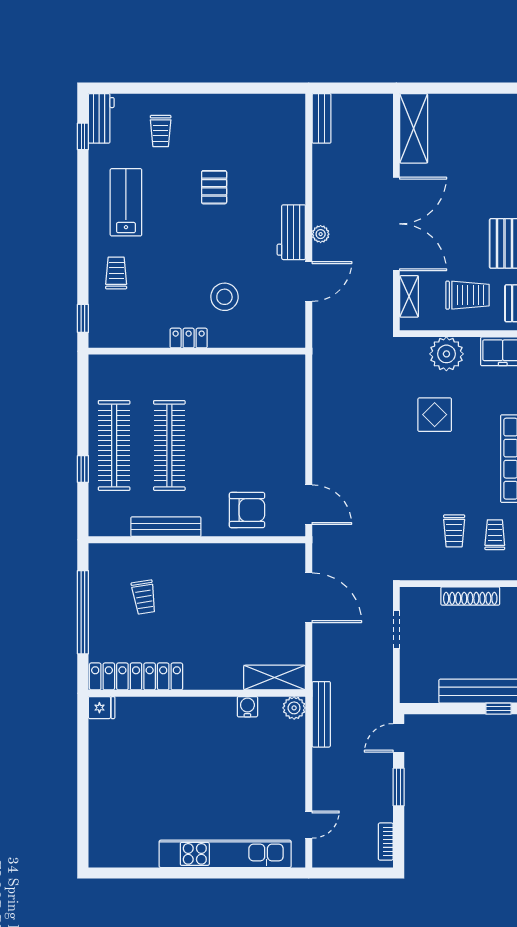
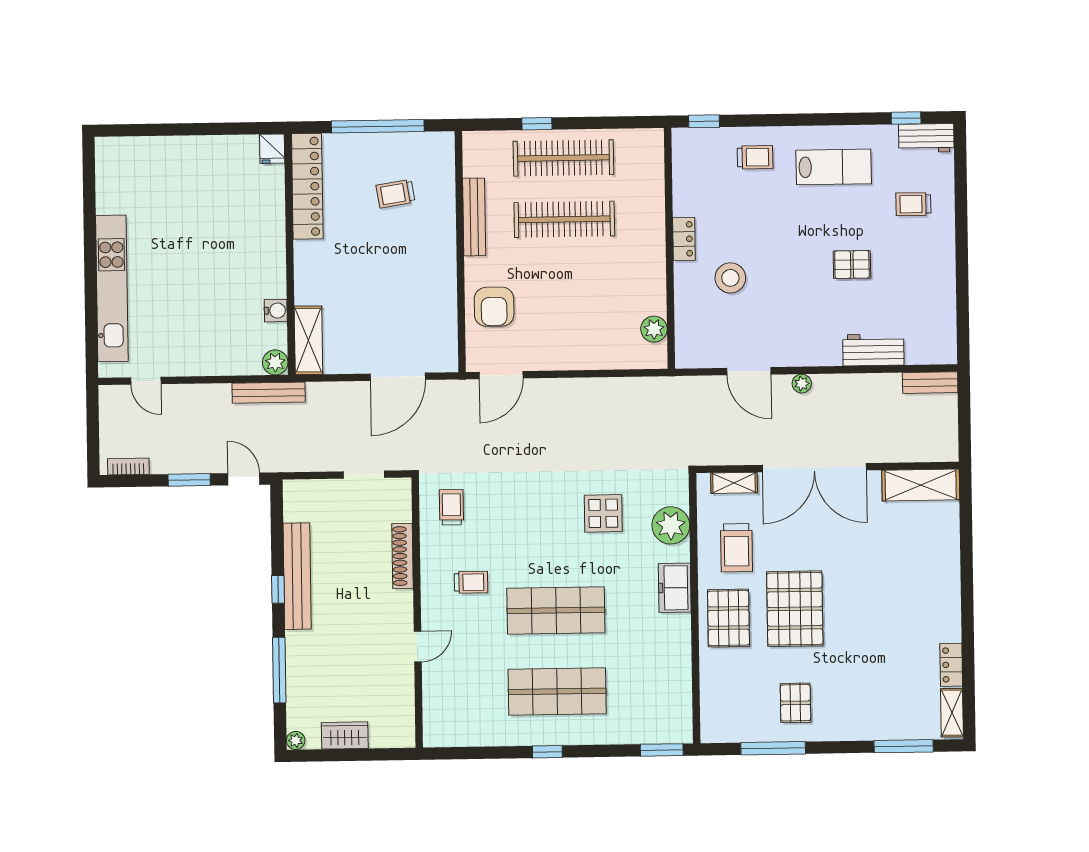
workbench: (291, 232) -> (873, 350), moved
plant: (269, 366) -> (654, 329), added
trolley: (454, 531) -> (451, 507), moved, turned 90

